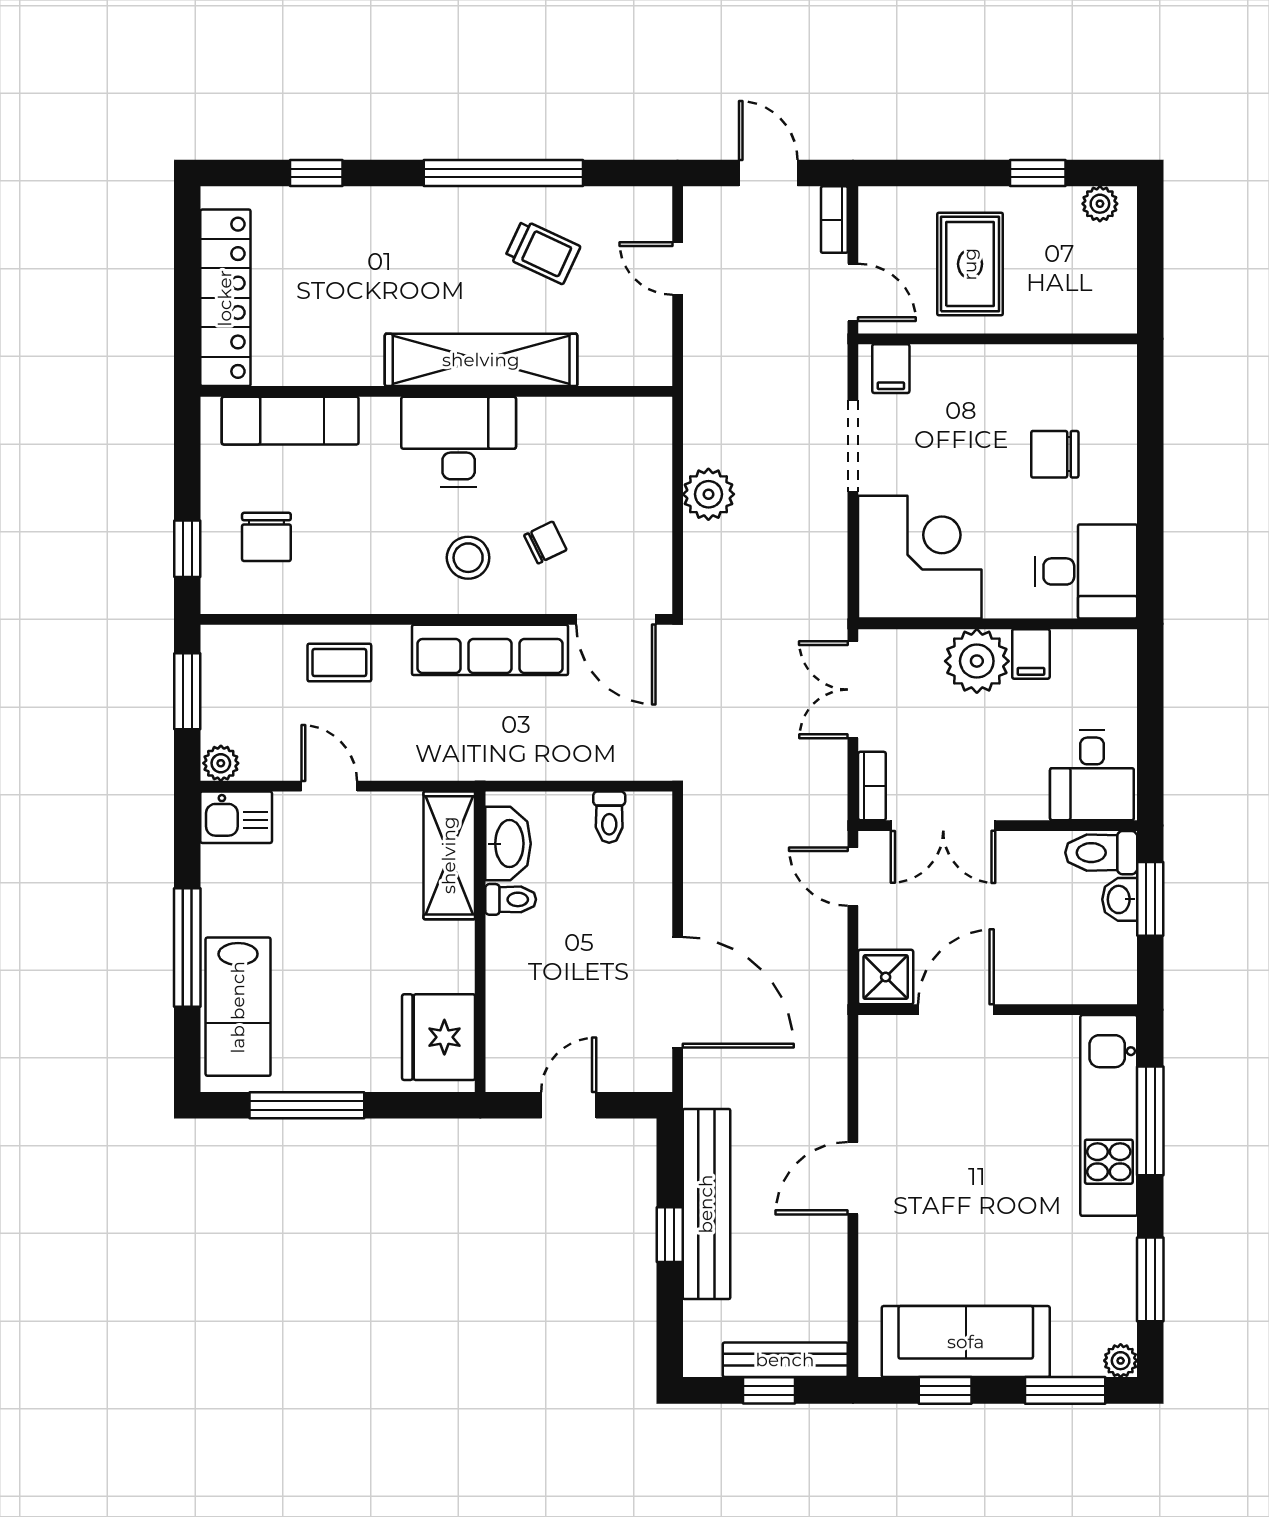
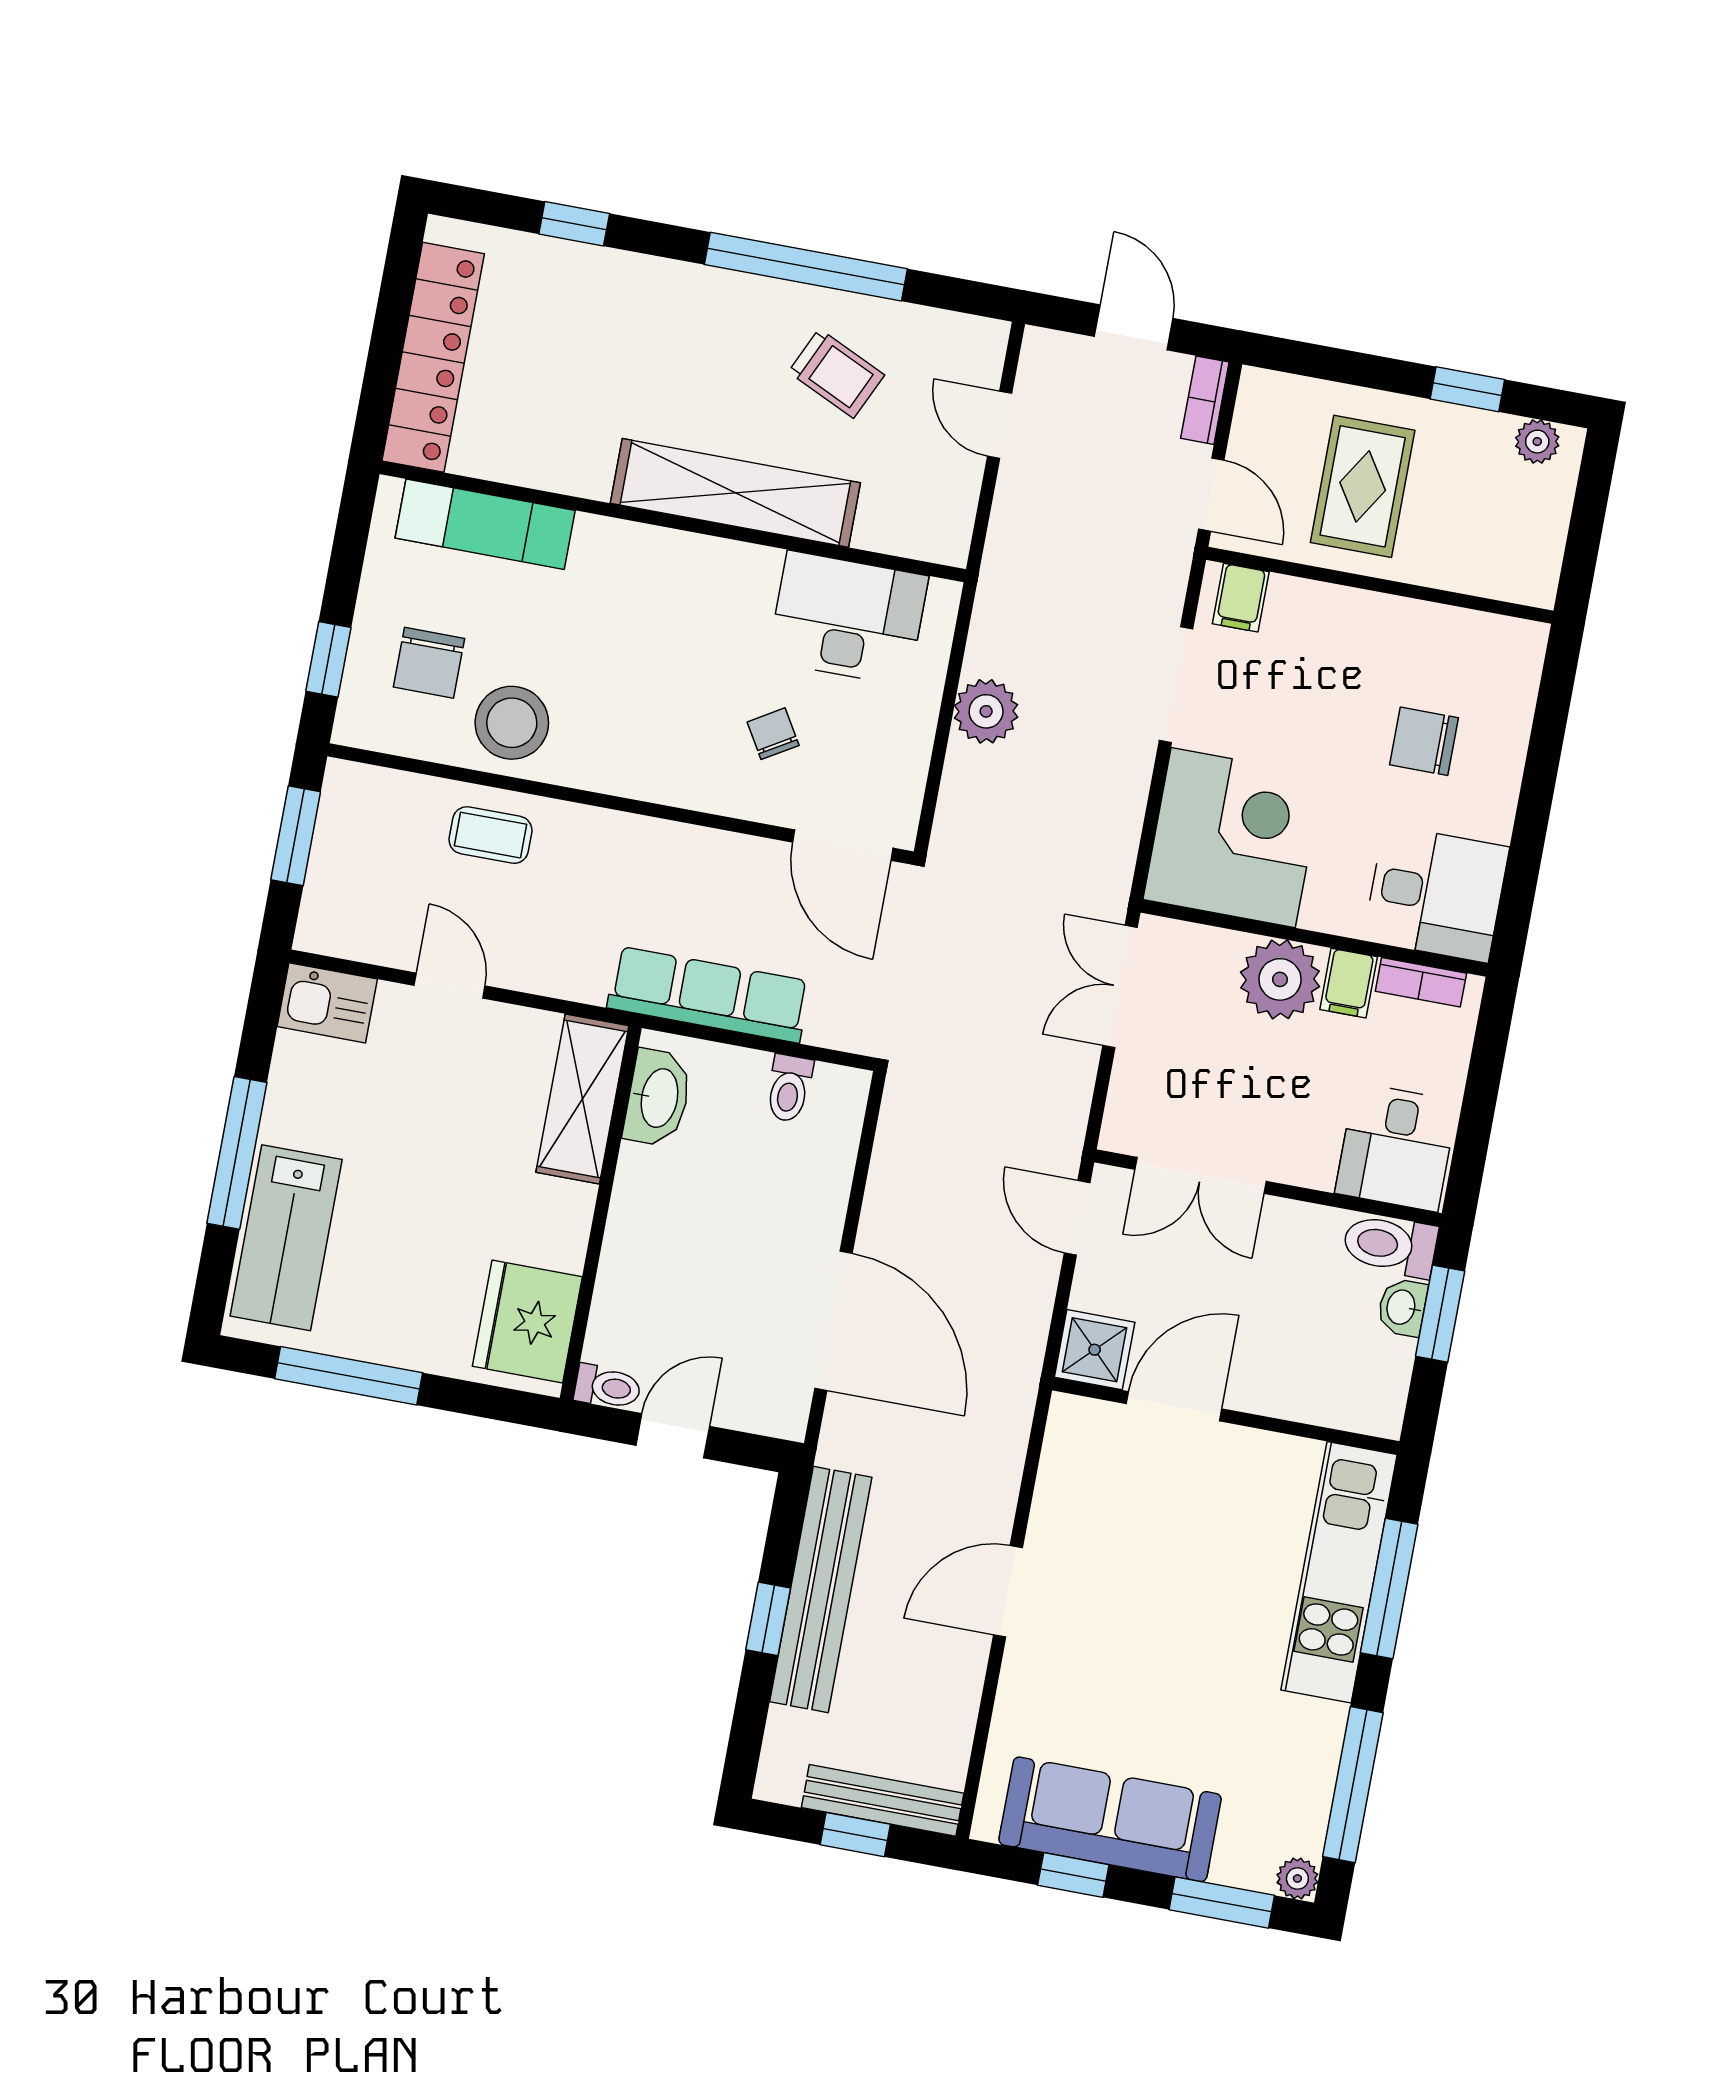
desk: (459, 442) -> (848, 618), moved
chair: (545, 543) -> (773, 734), turned -95
stool: (468, 558) -> (512, 723), moved, width x1.38, depth x1.38
row of seats: (490, 650) -> (709, 995), moved, turned 180
plant: (221, 763) -> (321, 932), removed
bookcase: (872, 786) -> (1421, 982), moved, turned 90
toilet: (511, 899) -> (608, 1387), moved
window: (1150, 1279) -> (1353, 1785), width x1.44

